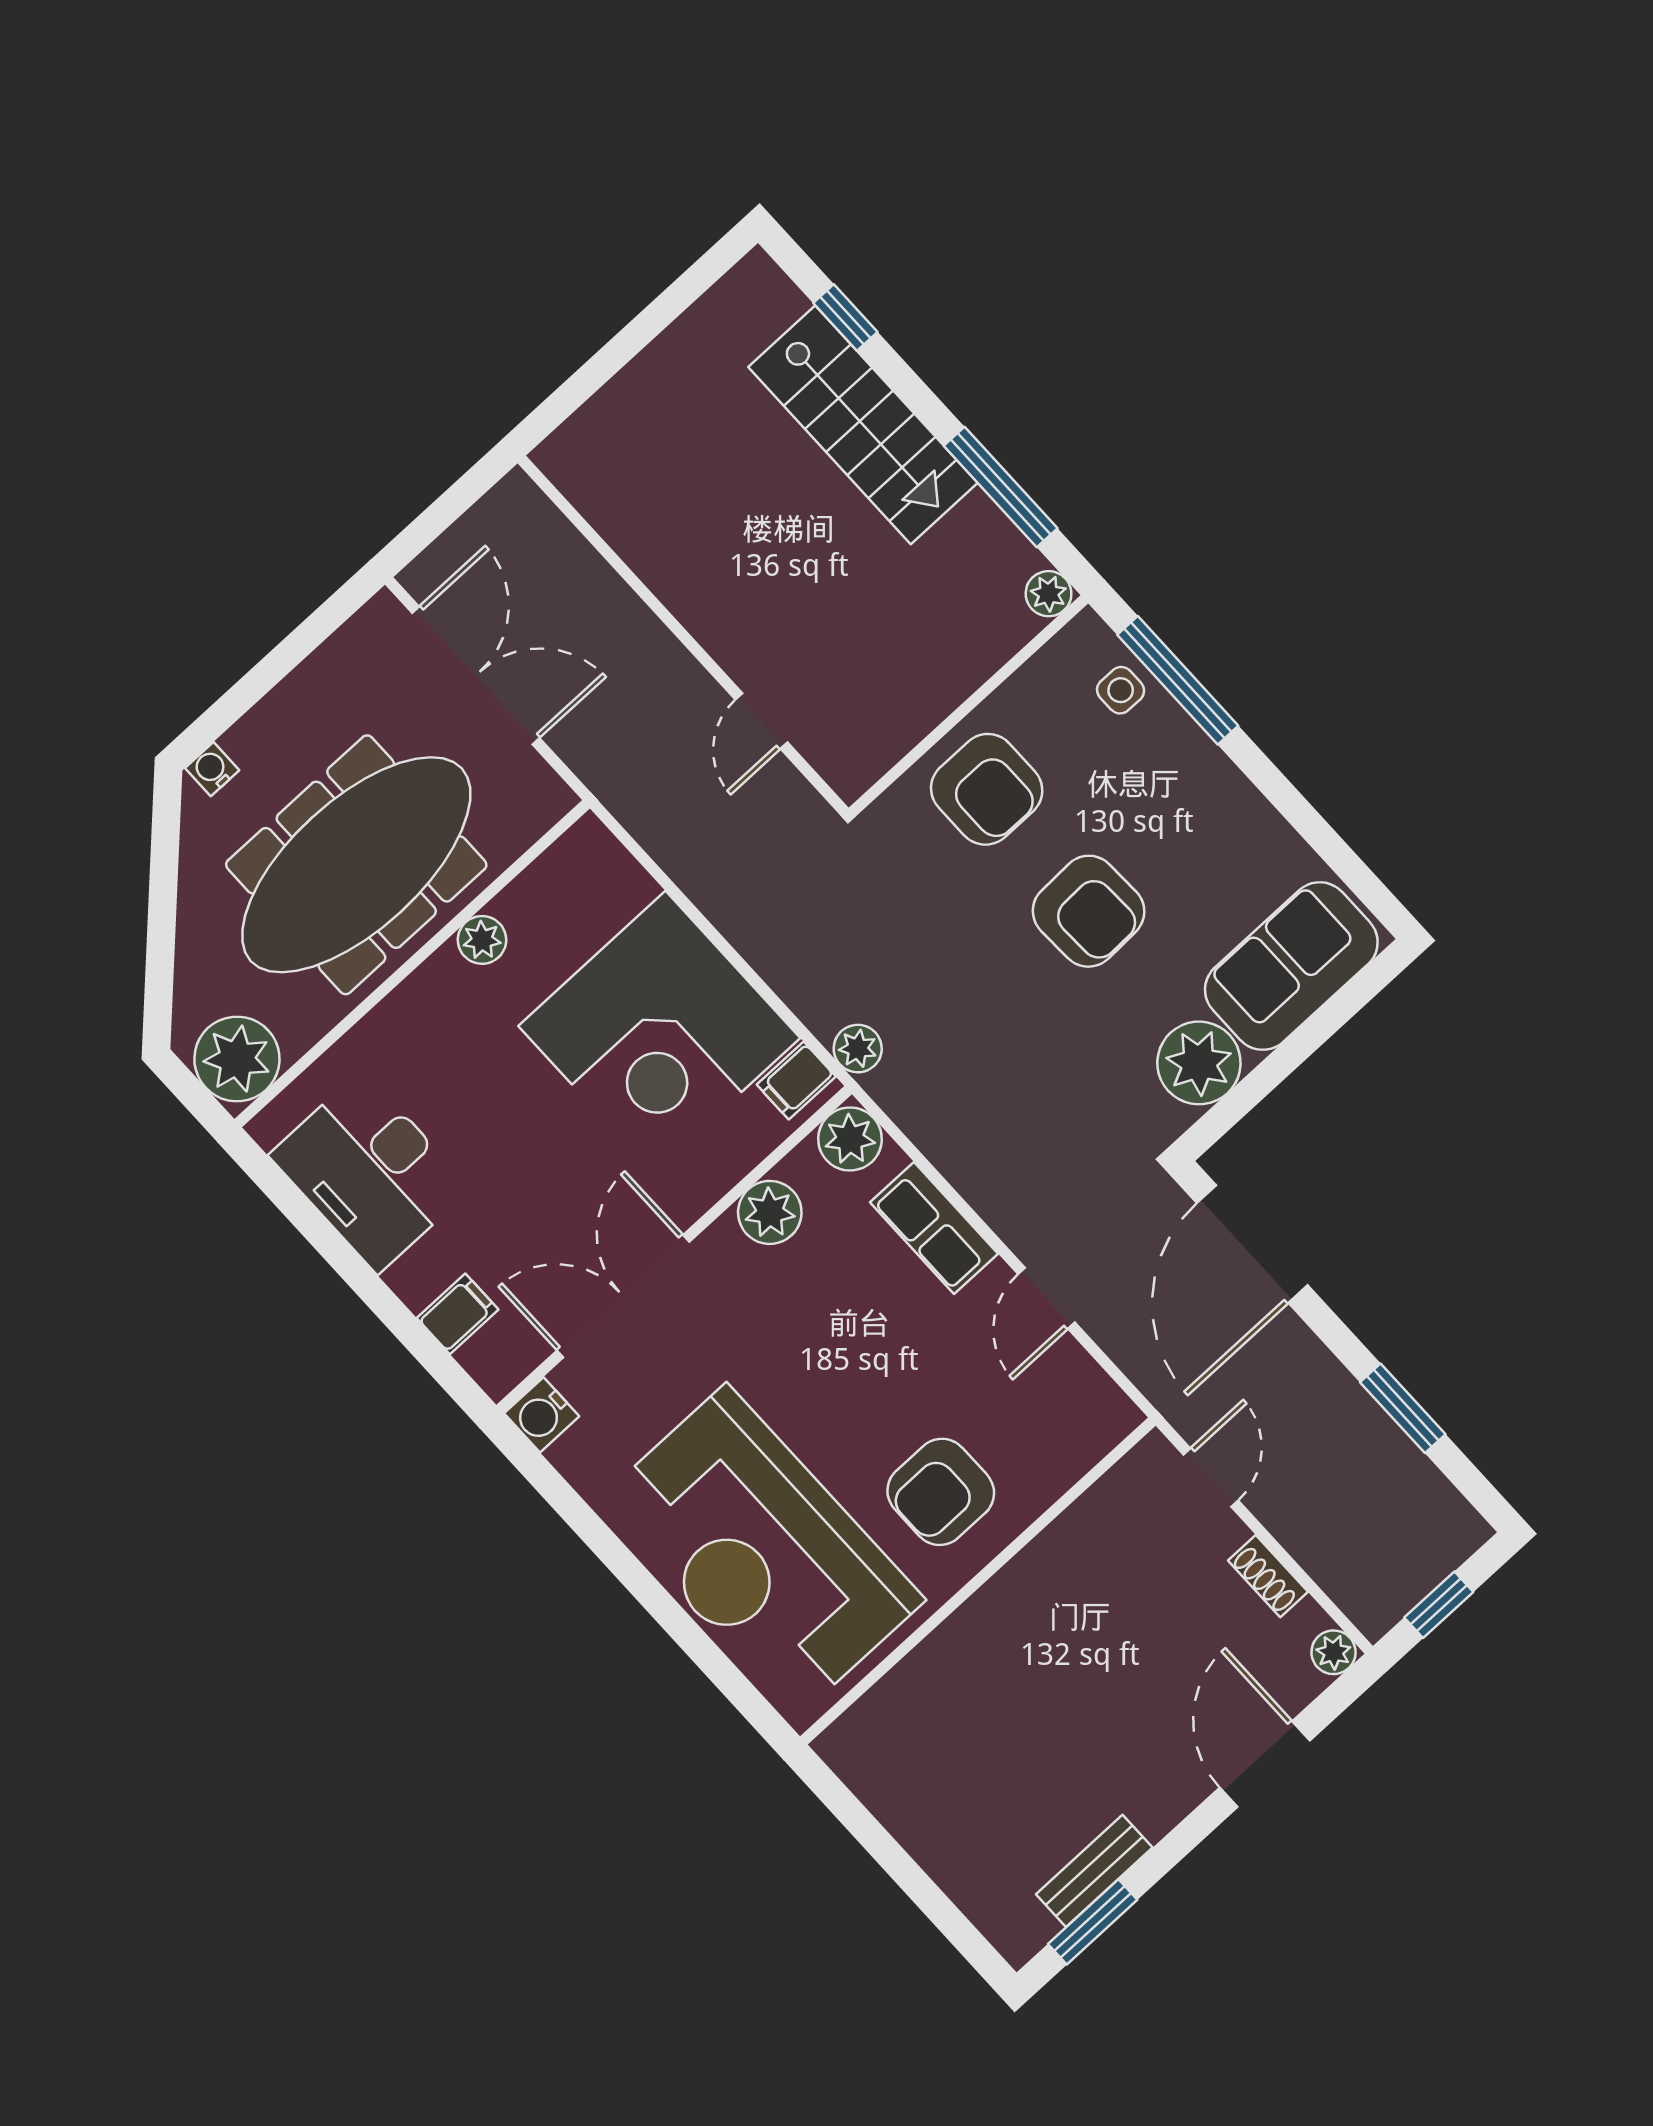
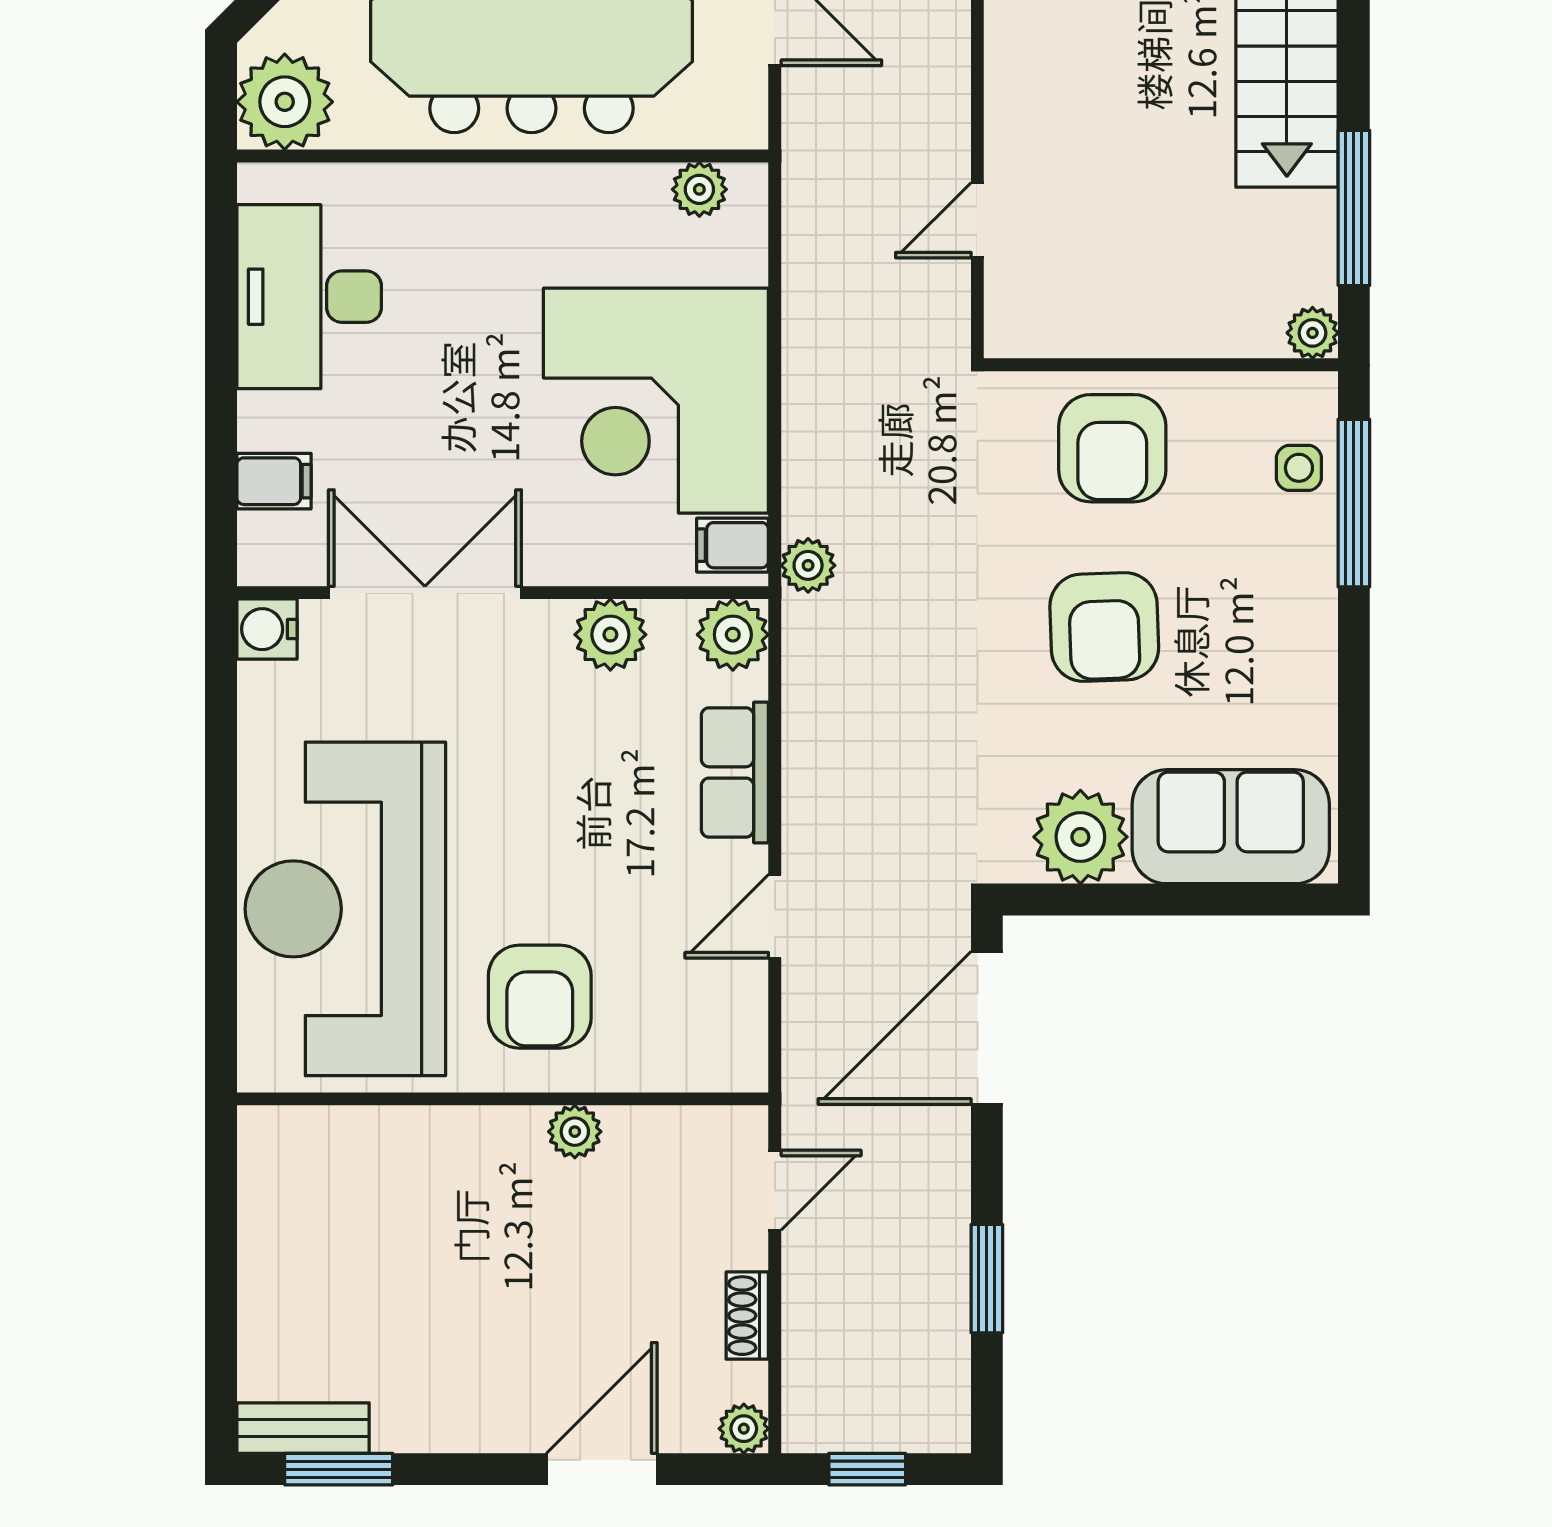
plant: (482, 940) -> (699, 189), moved
armchair: (941, 1492) -> (540, 997), turned -90
plant: (1045, 1559) -> (575, 1132), added
bench: (1094, 1871) -> (303, 1428), moved

